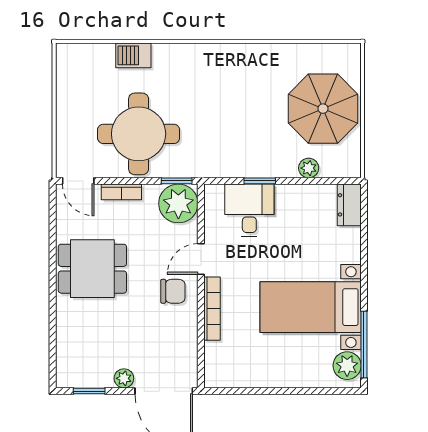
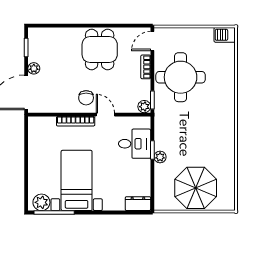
barbecue: (133, 55) -> (225, 35), moved, turned -90
plant: (309, 168) -> (160, 157), moved
plant: (178, 203) -> (144, 107), width x0.53, depth x0.53

